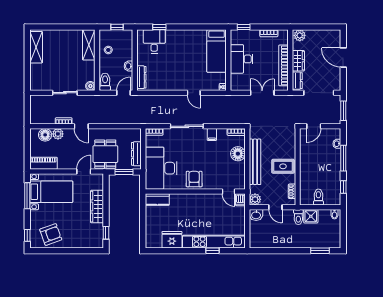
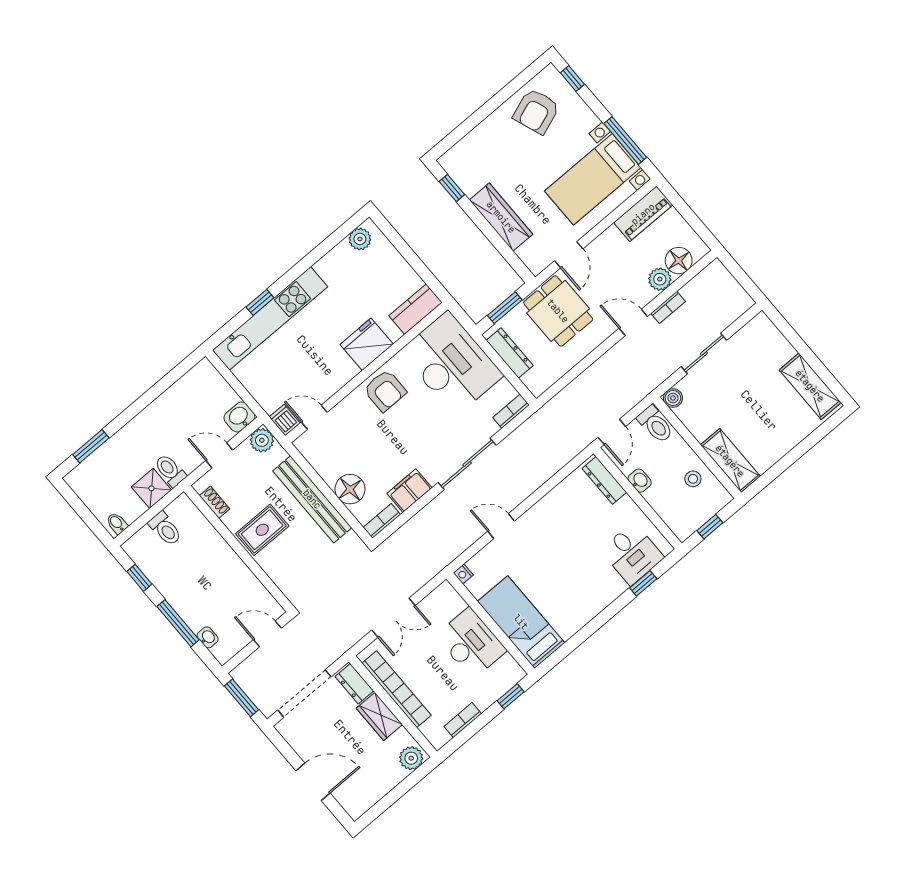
door: (314, 126) -> (267, 634), hinge flipped
filing cabinet: (212, 135) -> (409, 491), width x2.00
fridge: (172, 240) -> (367, 344), moved, turned 180
plant: (156, 243) -> (360, 239), added

